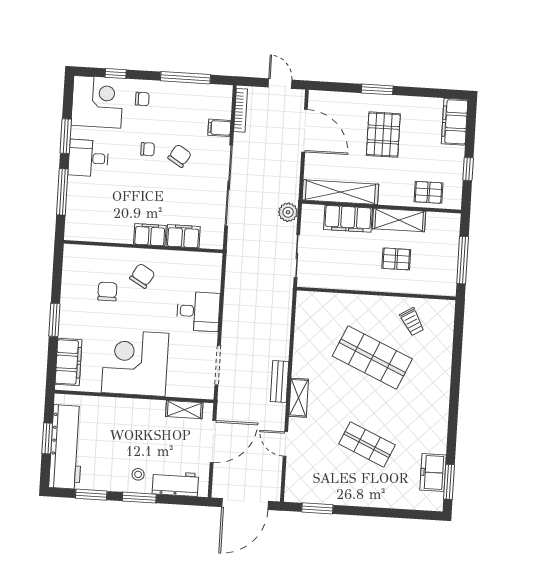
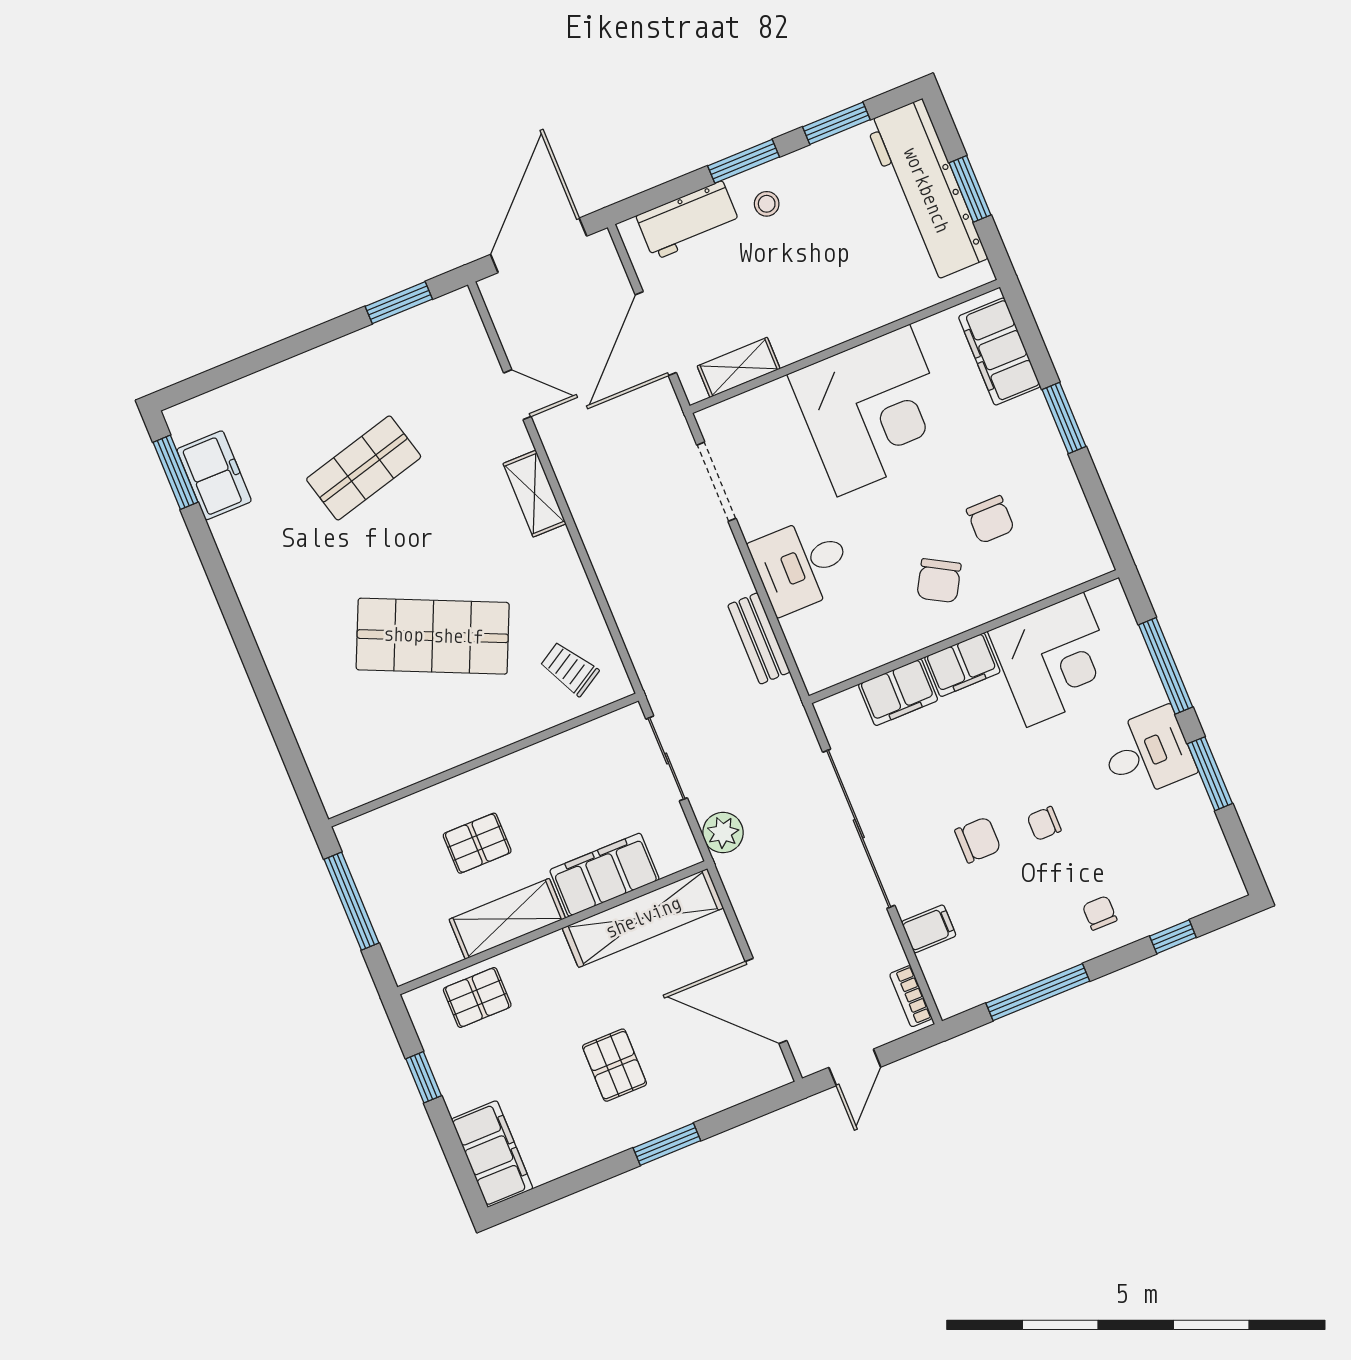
door: (280, 84) -> (855, 1067), hinge flipped
chair: (142, 99) -> (1100, 913), turned 90
corner desk: (97, 102) -> (1055, 660), moved, turned -90
bookcase: (241, 110) -> (911, 996), width x0.64
pallet: (383, 135) -> (614, 1065), width x0.67, depth x0.71
chair: (180, 156) -> (978, 840), turned -122
trolley: (412, 322) -> (569, 669), moved
bench: (279, 382) -> (759, 638), moved
shop shelf: (367, 444) -> (364, 468), turned -39

